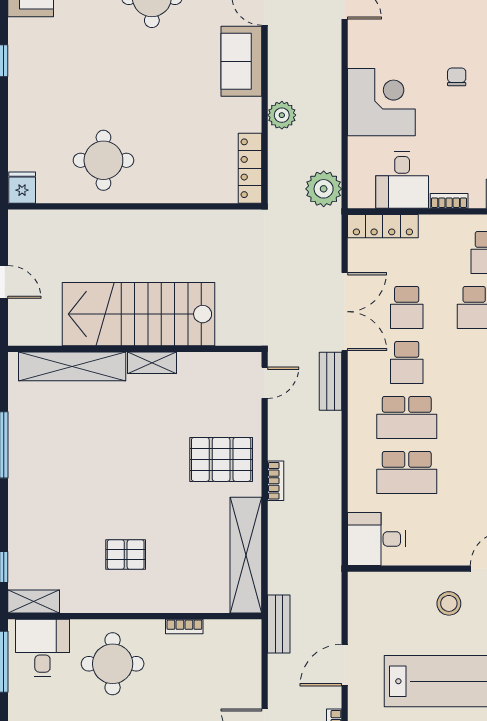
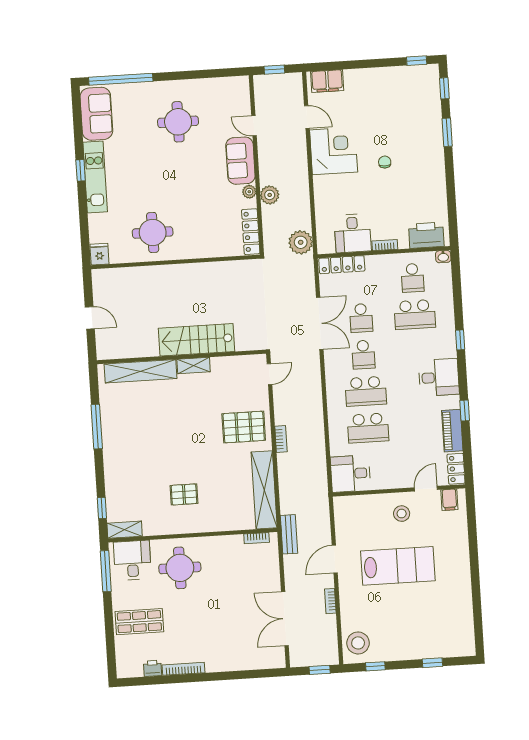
kitchen unit: (23, 72) -> (95, 177), added
corner desk: (381, 102) -> (334, 151), moved
plant: (252, 108) -> (249, 192), added
stairs: (139, 314) -> (196, 340), width x0.73, depth x0.66
bench: (330, 381) -> (313, 370), removed
bookcase: (184, 627) -> (257, 538), moved

